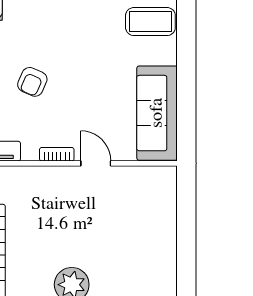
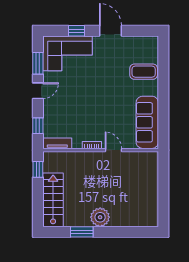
armchair: (32, 82) -> (78, 105), removed

